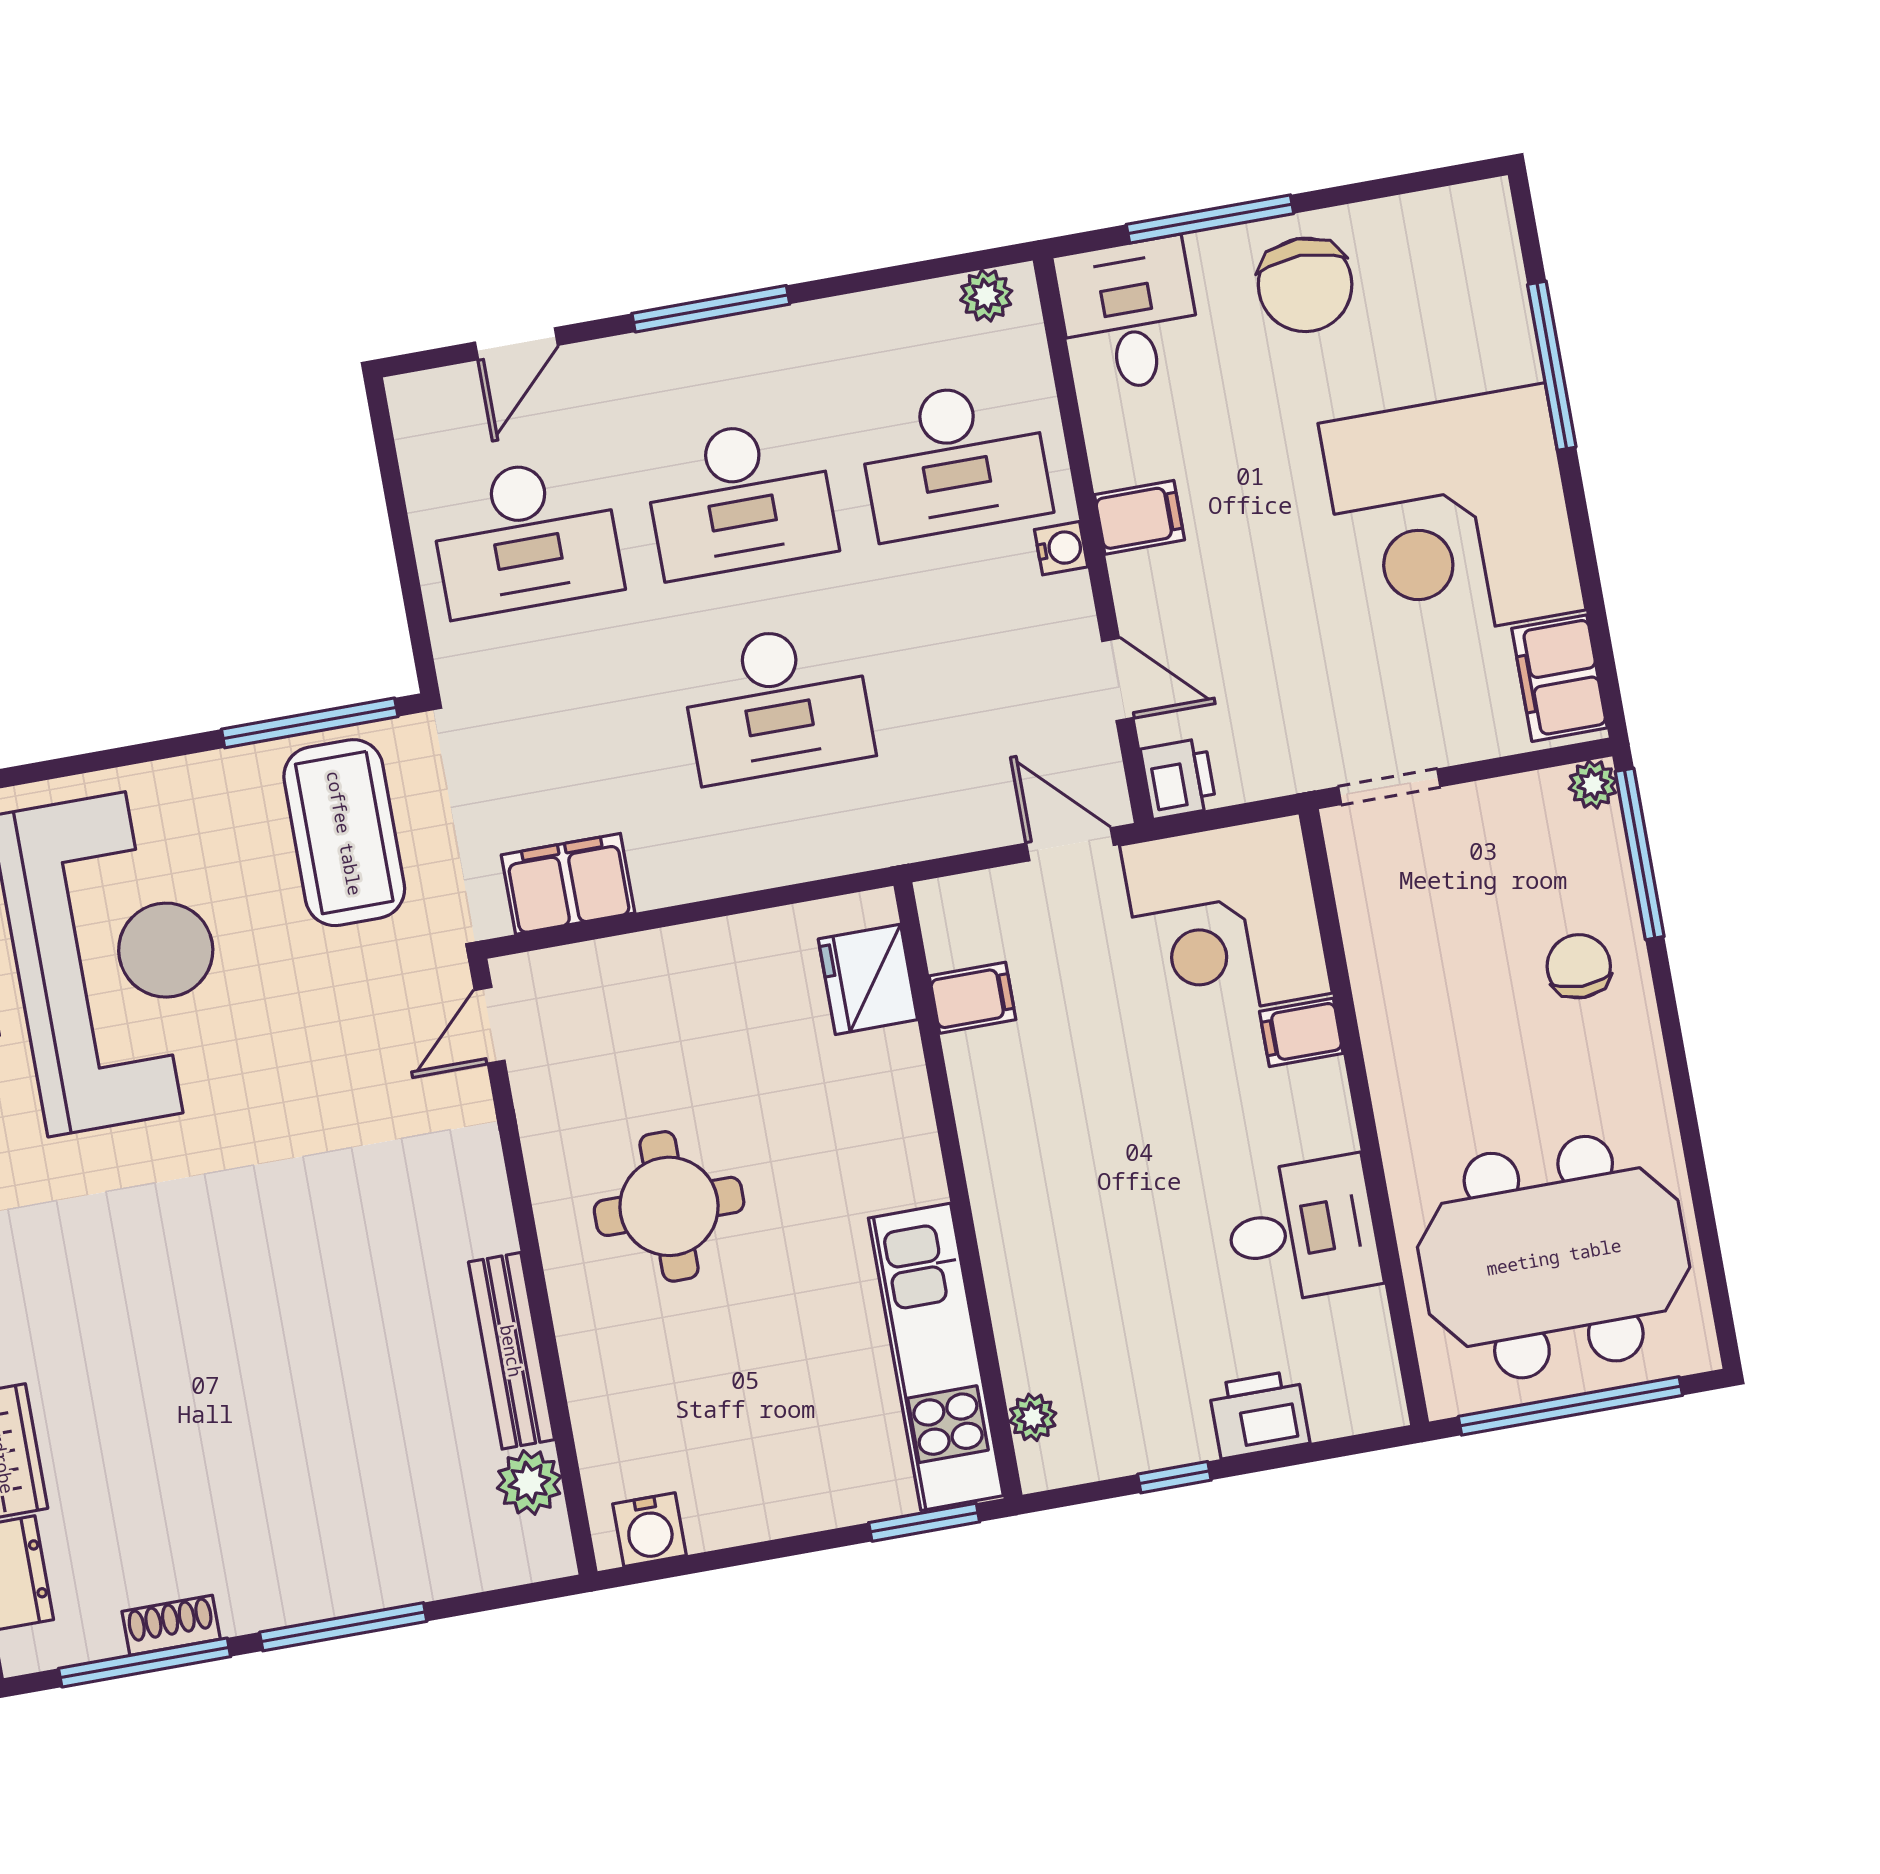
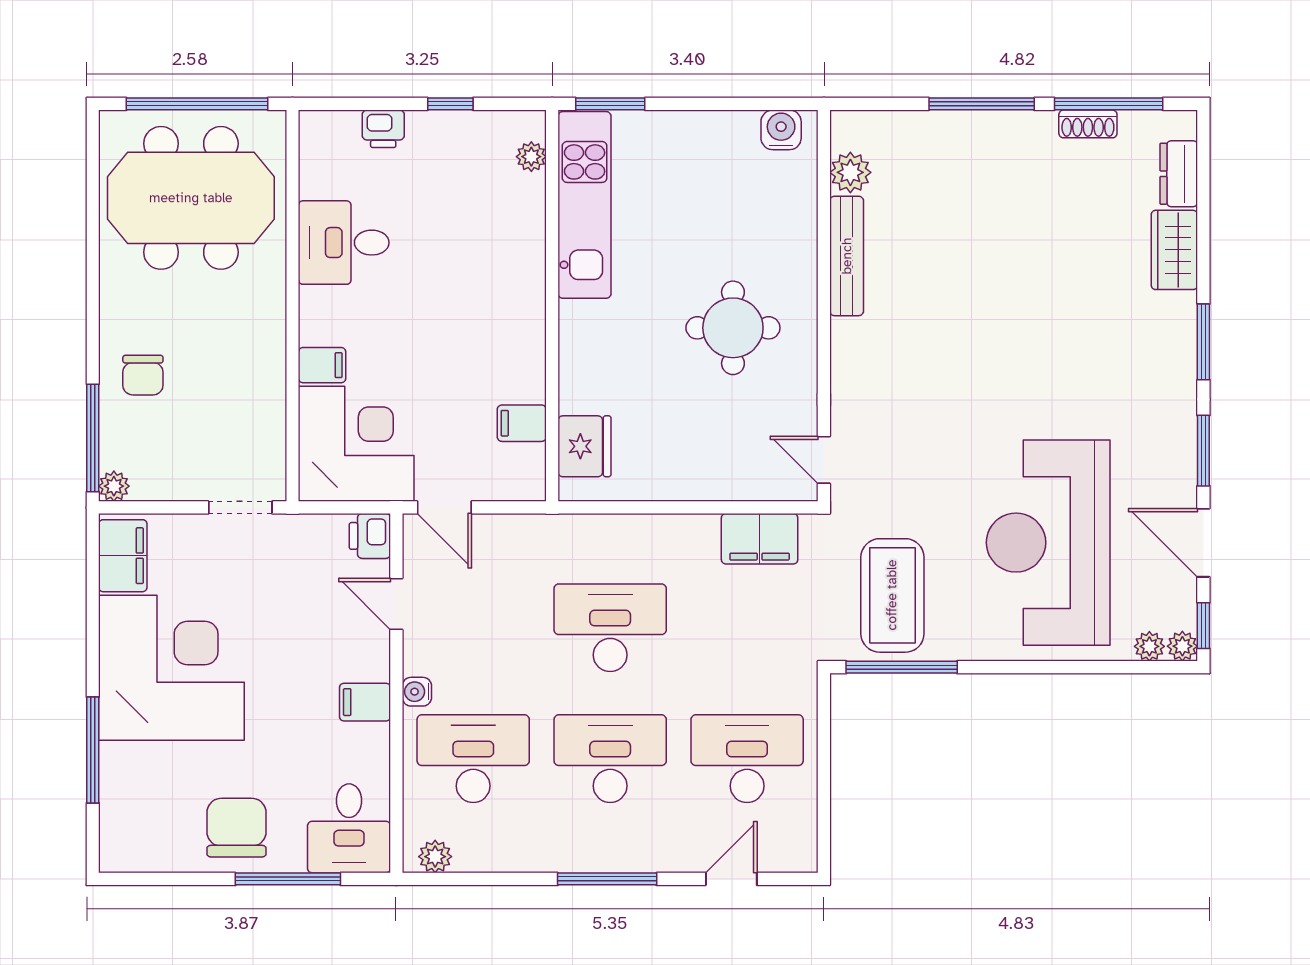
door: (490, 1025) -> (824, 460), swing flipped
printer: (1259, 1414) -> (383, 129), width x0.73, depth x0.81

